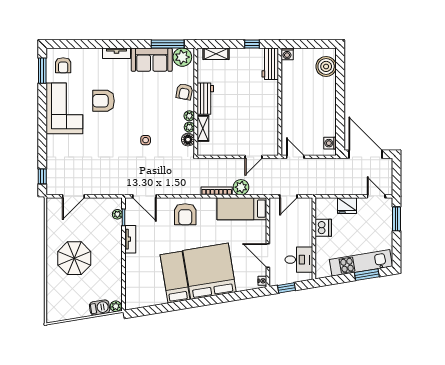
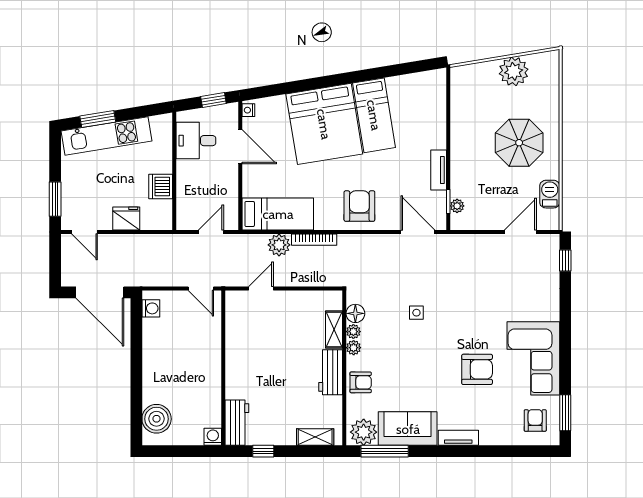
armchair: (184, 92) -> (361, 382), turned 79
plant: (116, 306) -> (514, 71), moved, width x1.87, depth x1.87
barbecue: (100, 308) -> (550, 194), moved, turned 99

